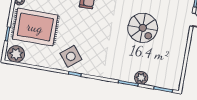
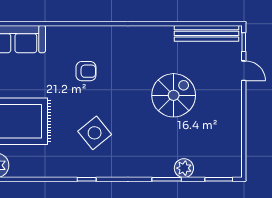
spiral stairs: (143, 28) -> (174, 95), turned -90
side table: (71, 56) -> (95, 133), moved

